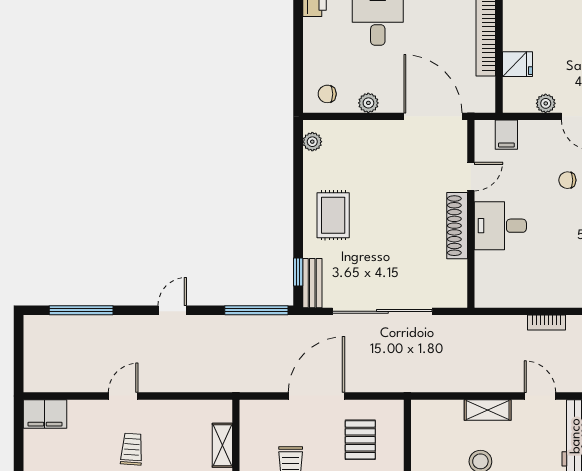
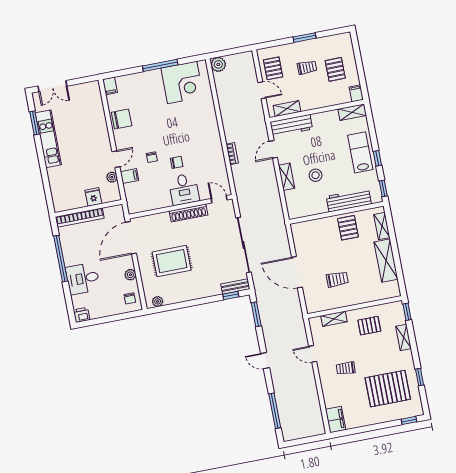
filing cabinet: (506, 135) -> (129, 176), moved
door: (471, 177) -> (219, 199), moved
rug: (333, 215) -> (172, 261), moved, width x1.36, depth x1.43
chair: (550, 222) -> (177, 162), added
window: (256, 310) -> (256, 314), width x0.69
door: (123, 396) -> (313, 354), moved
pallet: (360, 440) -> (316, 244), removed

